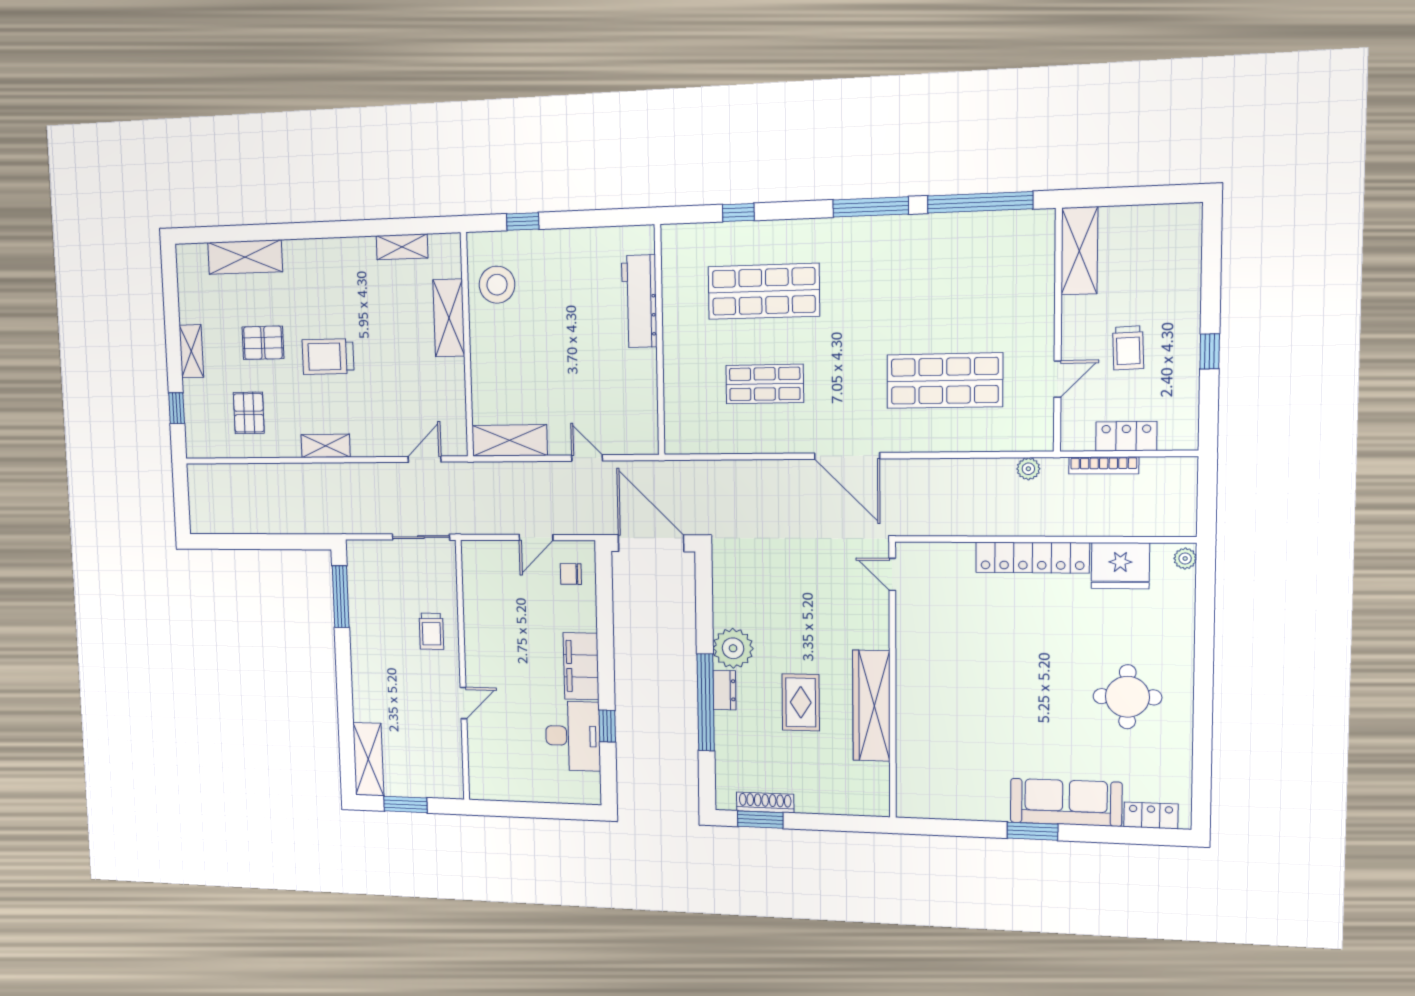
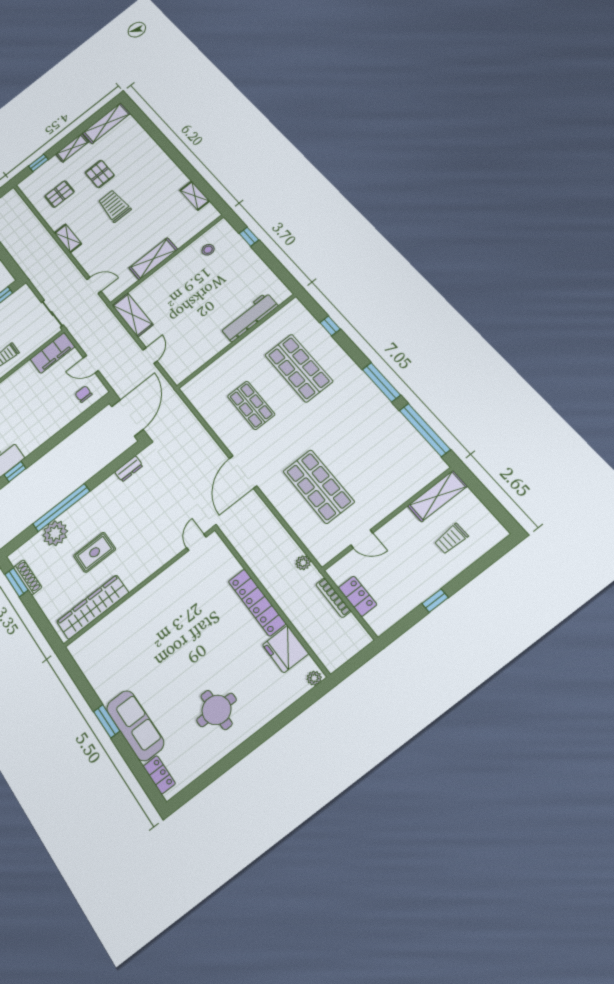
shelving: (245, 257) -> (106, 123), moved, turned 90
stool: (497, 285) -> (208, 250), width x0.53, depth x0.53
shelving: (449, 318) -> (153, 259), moved
trolley: (1128, 348) -> (451, 539), moved
plant: (733, 648) -> (55, 533), moved
filing cabinet: (581, 666) -> (53, 353), moved, turned 180
dresser: (725, 690) -> (129, 469), moved
wardrobe: (871, 706) -> (93, 607), moved

